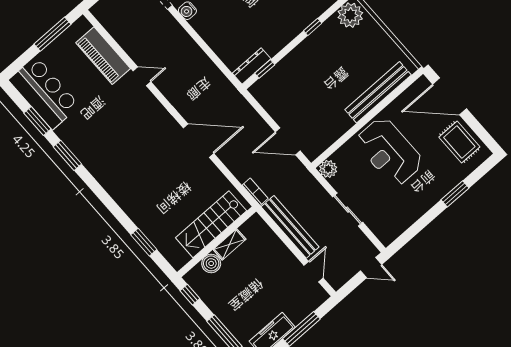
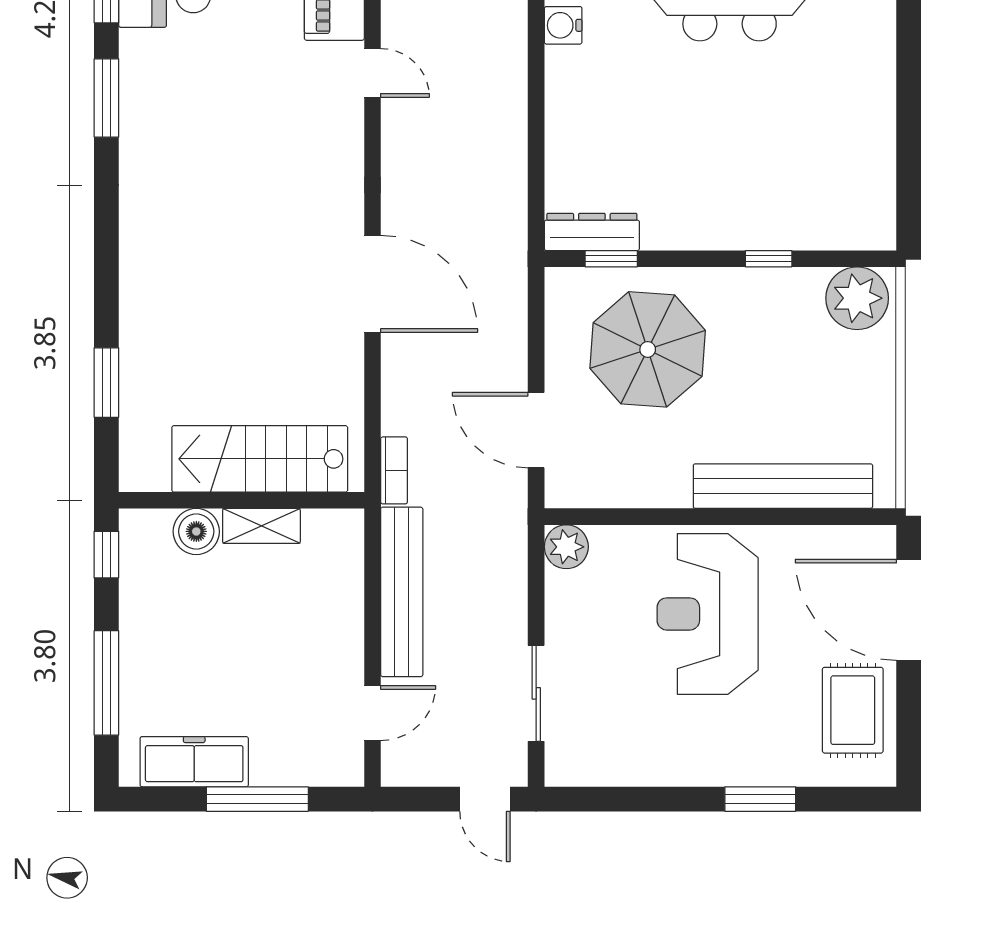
parasol: (300, 87) -> (648, 349), added
sliding door: (348, 210) -> (536, 693), moved

